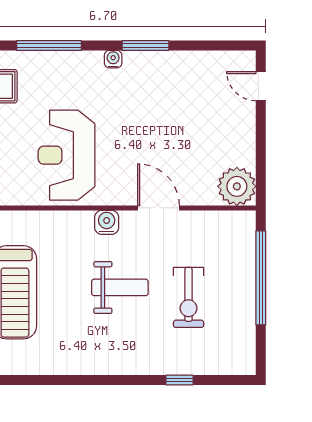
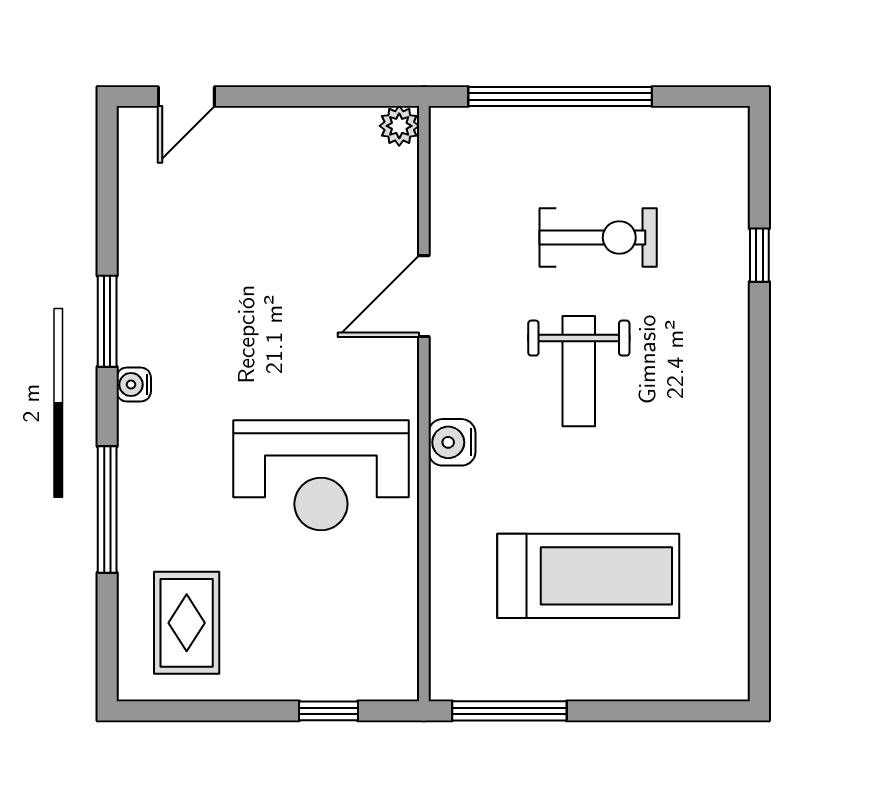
plant: (237, 186) -> (399, 126), width x0.53, depth x0.53
water cooler: (107, 222) -> (452, 442), moved
weight bench: (120, 287) -> (579, 371), turned 180

